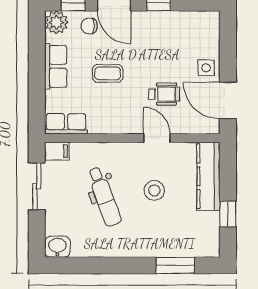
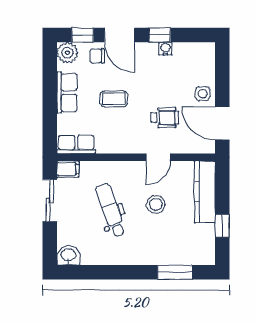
water cooler: (165, 18) -> (165, 49), added
door: (157, 138) -> (158, 157), swing flipped
dental chair: (104, 197) -> (111, 210), turned 180

